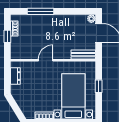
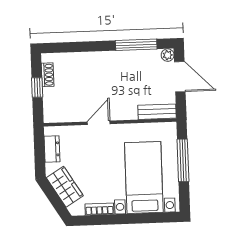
window: (40, 11) -> (136, 45), moved
window: (99, 86) -> (183, 160), width x2.17
wardrobe: (23, 100) -> (65, 187), added

